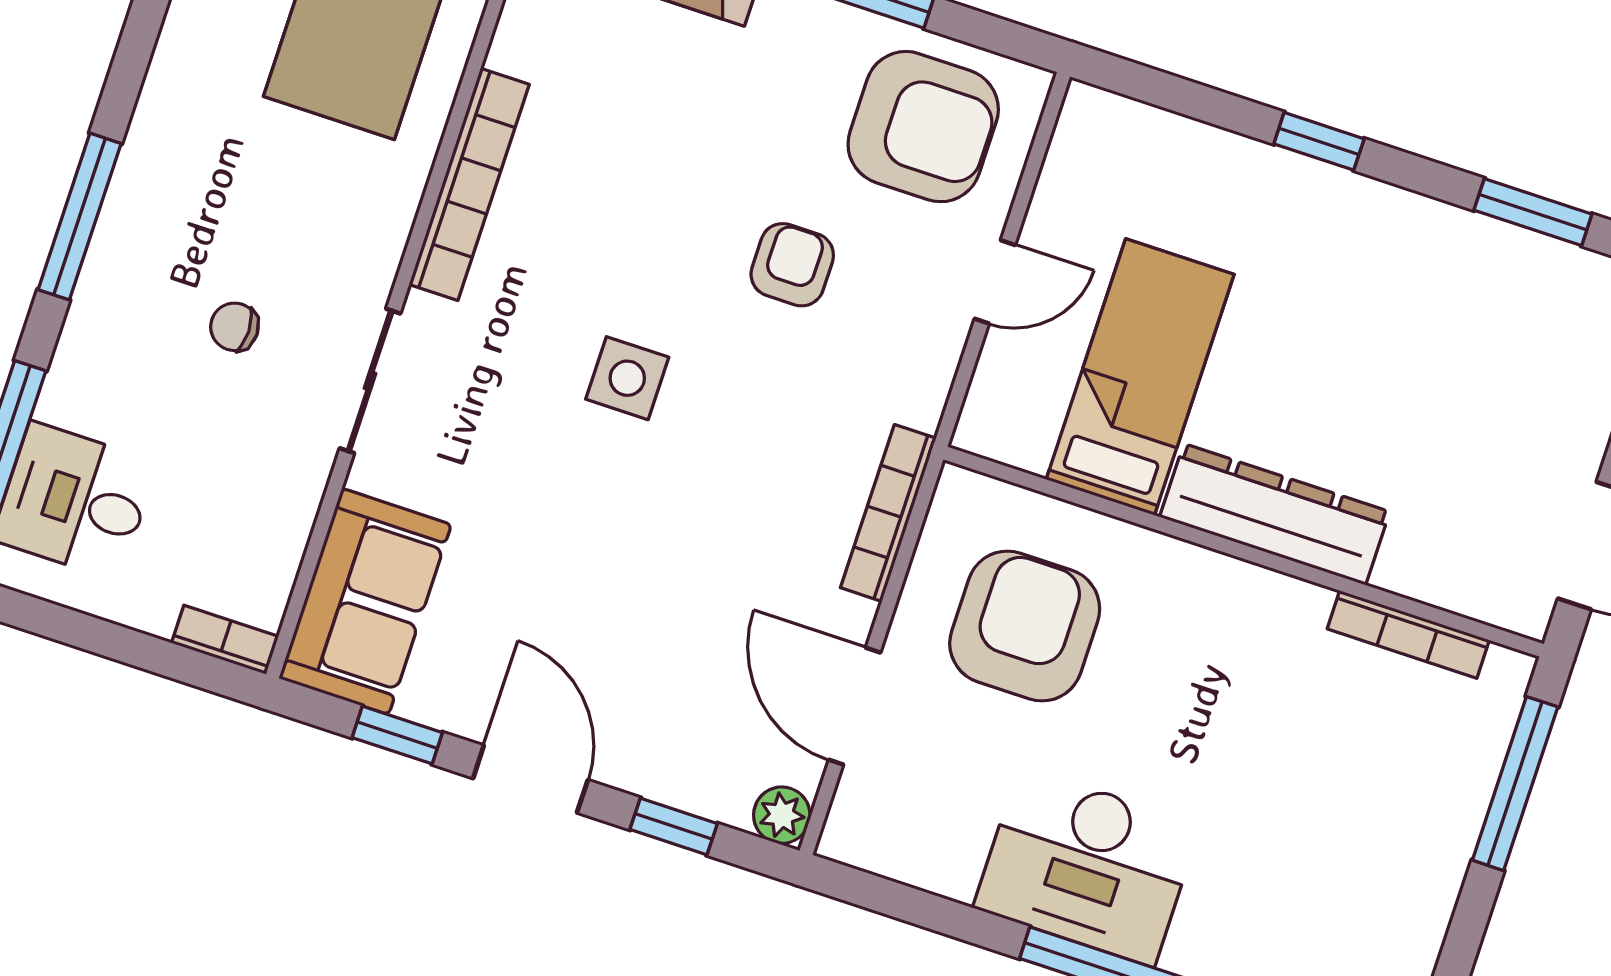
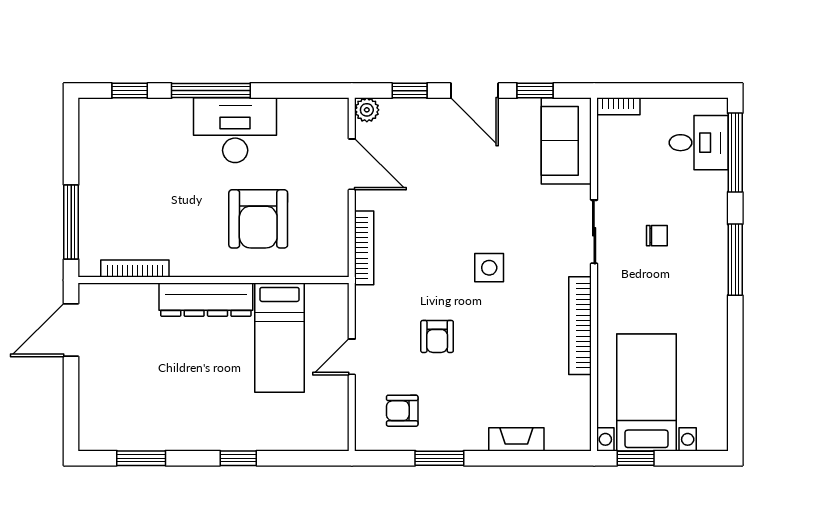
armchair: (923, 127) -> (402, 411), width x0.53, depth x0.53
armchair: (1025, 626) -> (258, 219), moved

